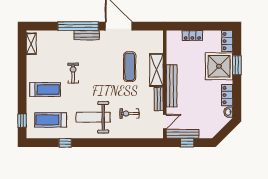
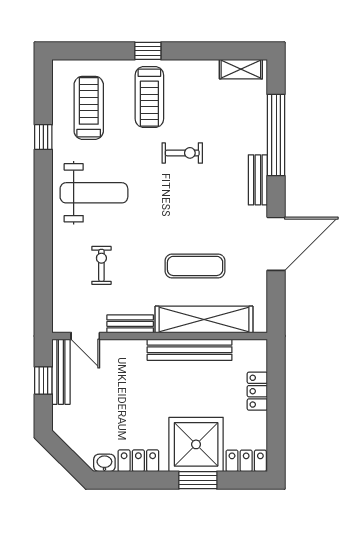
window: (78, 26) -> (276, 135), moved
shelving: (156, 70) -> (204, 319), width x1.47
bench: (172, 86) -> (190, 350), moved
weight bench: (93, 117) -> (94, 193), turned 90
window: (22, 121) -> (148, 51), moved

